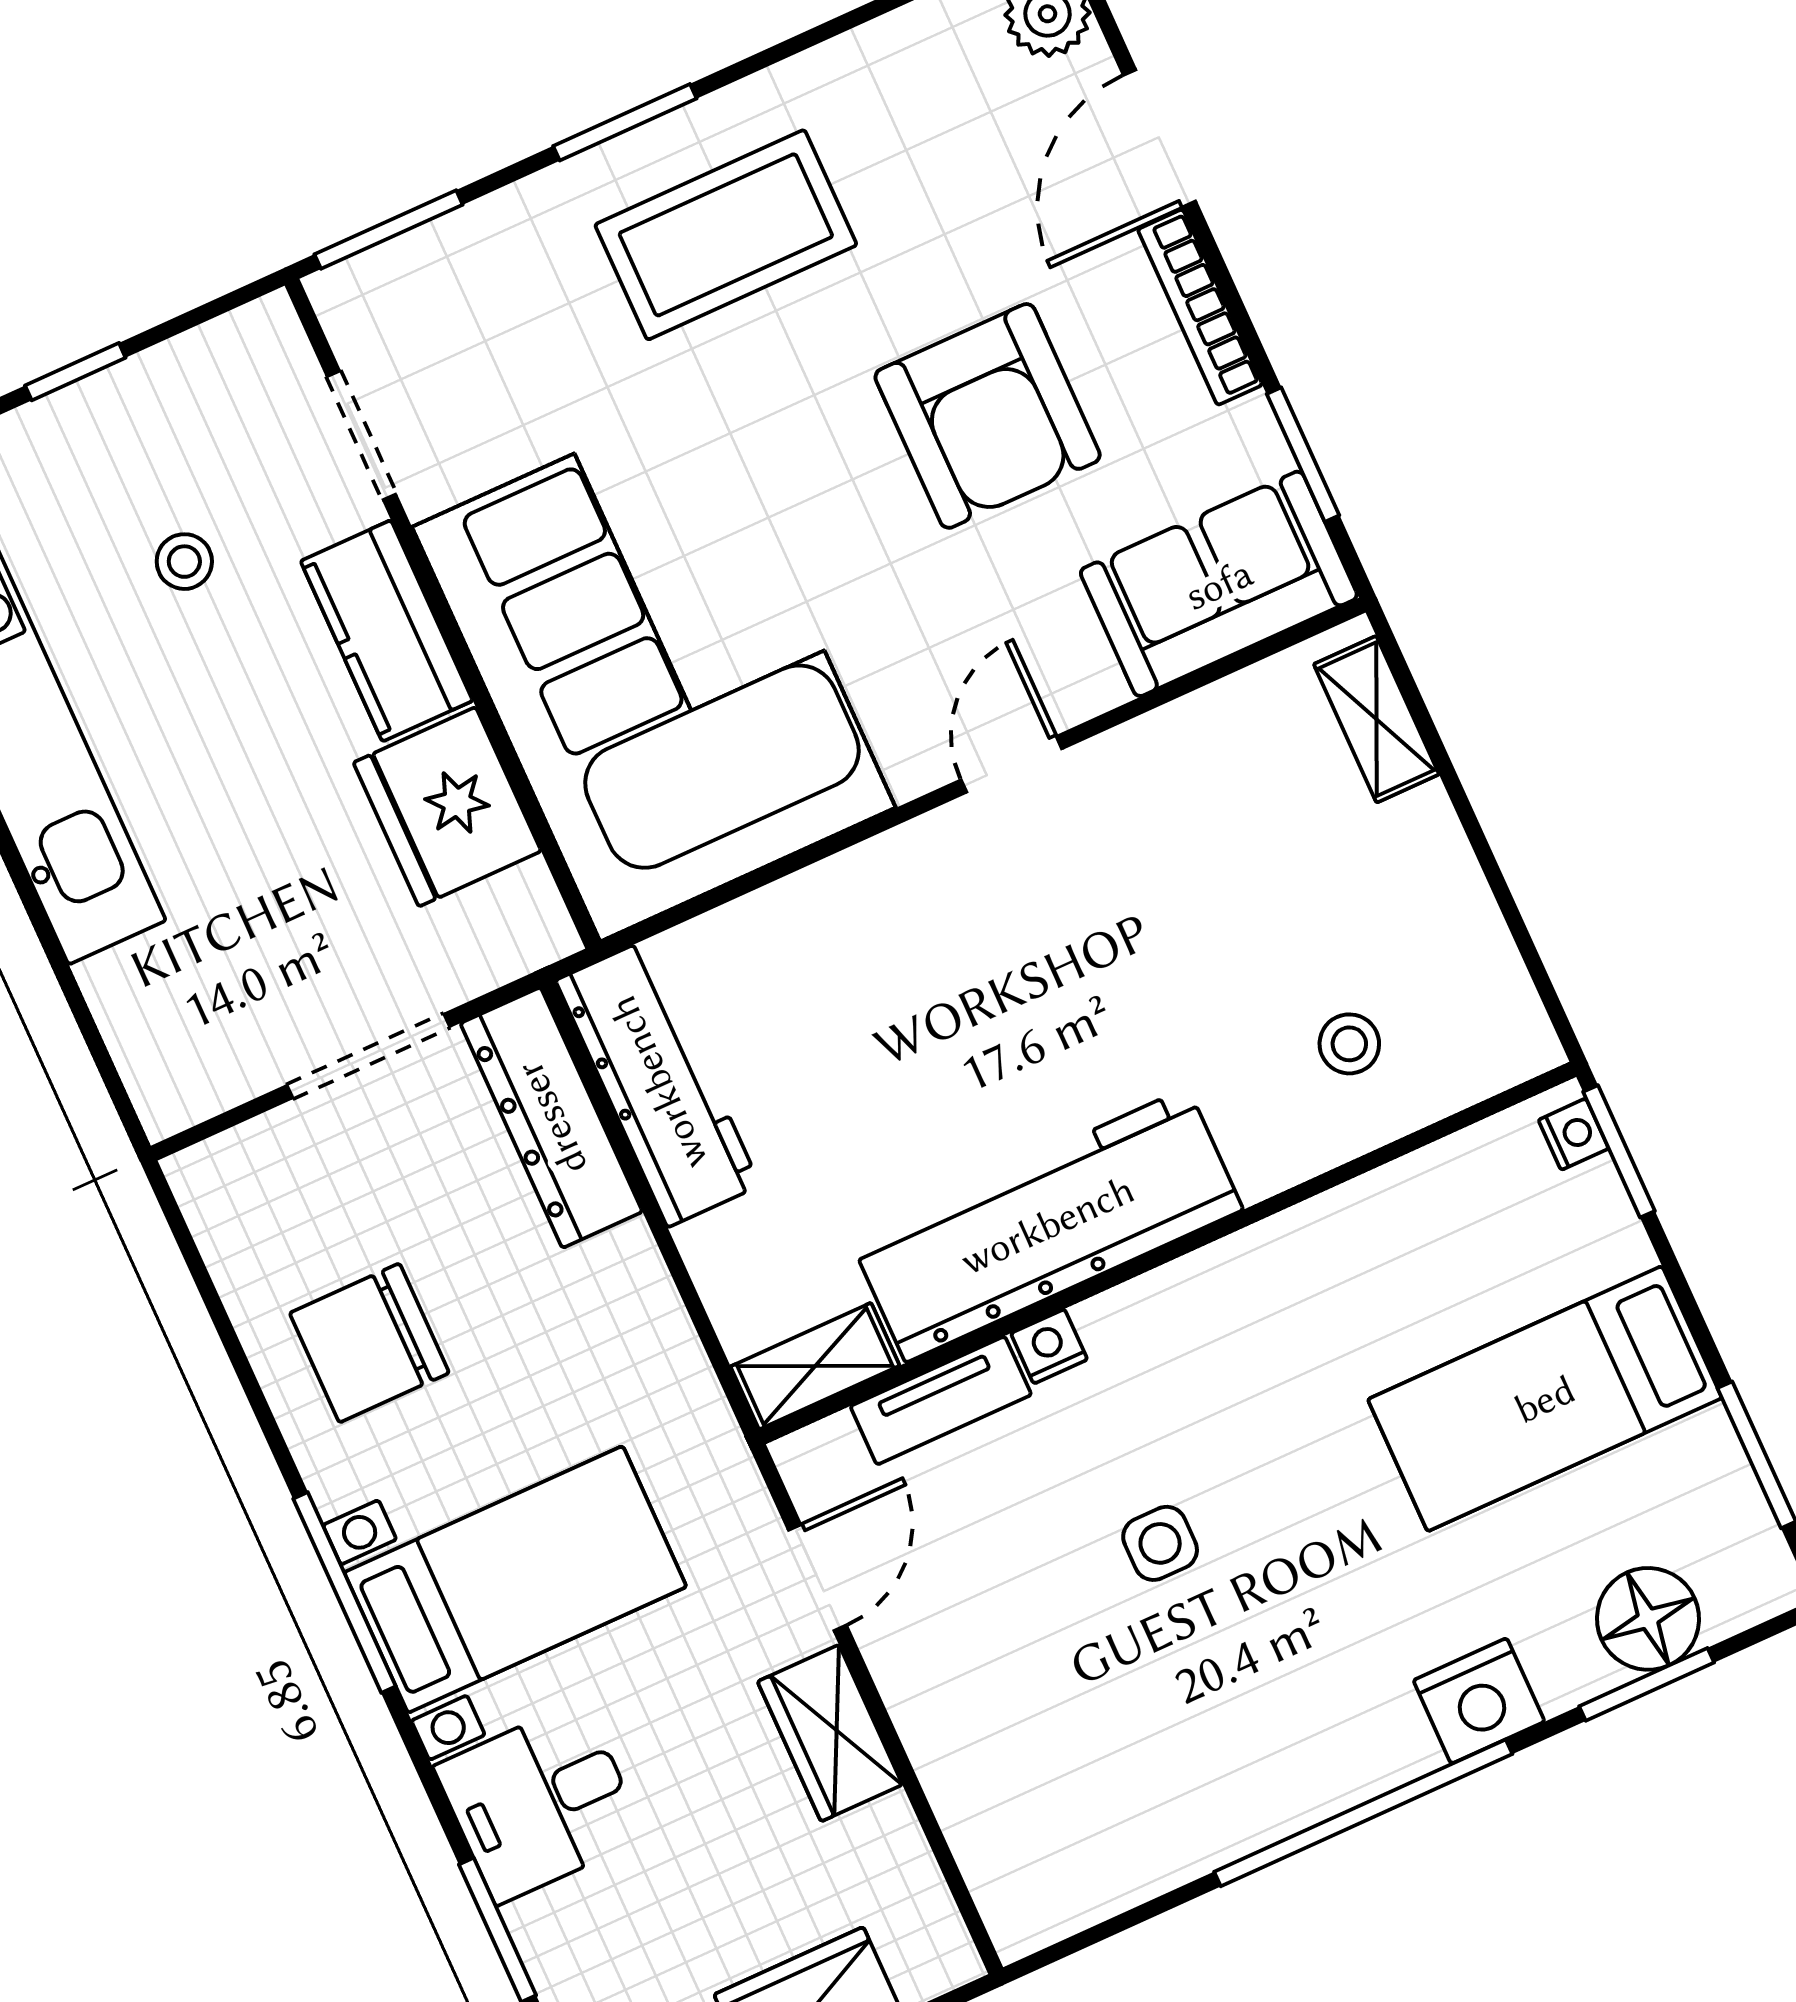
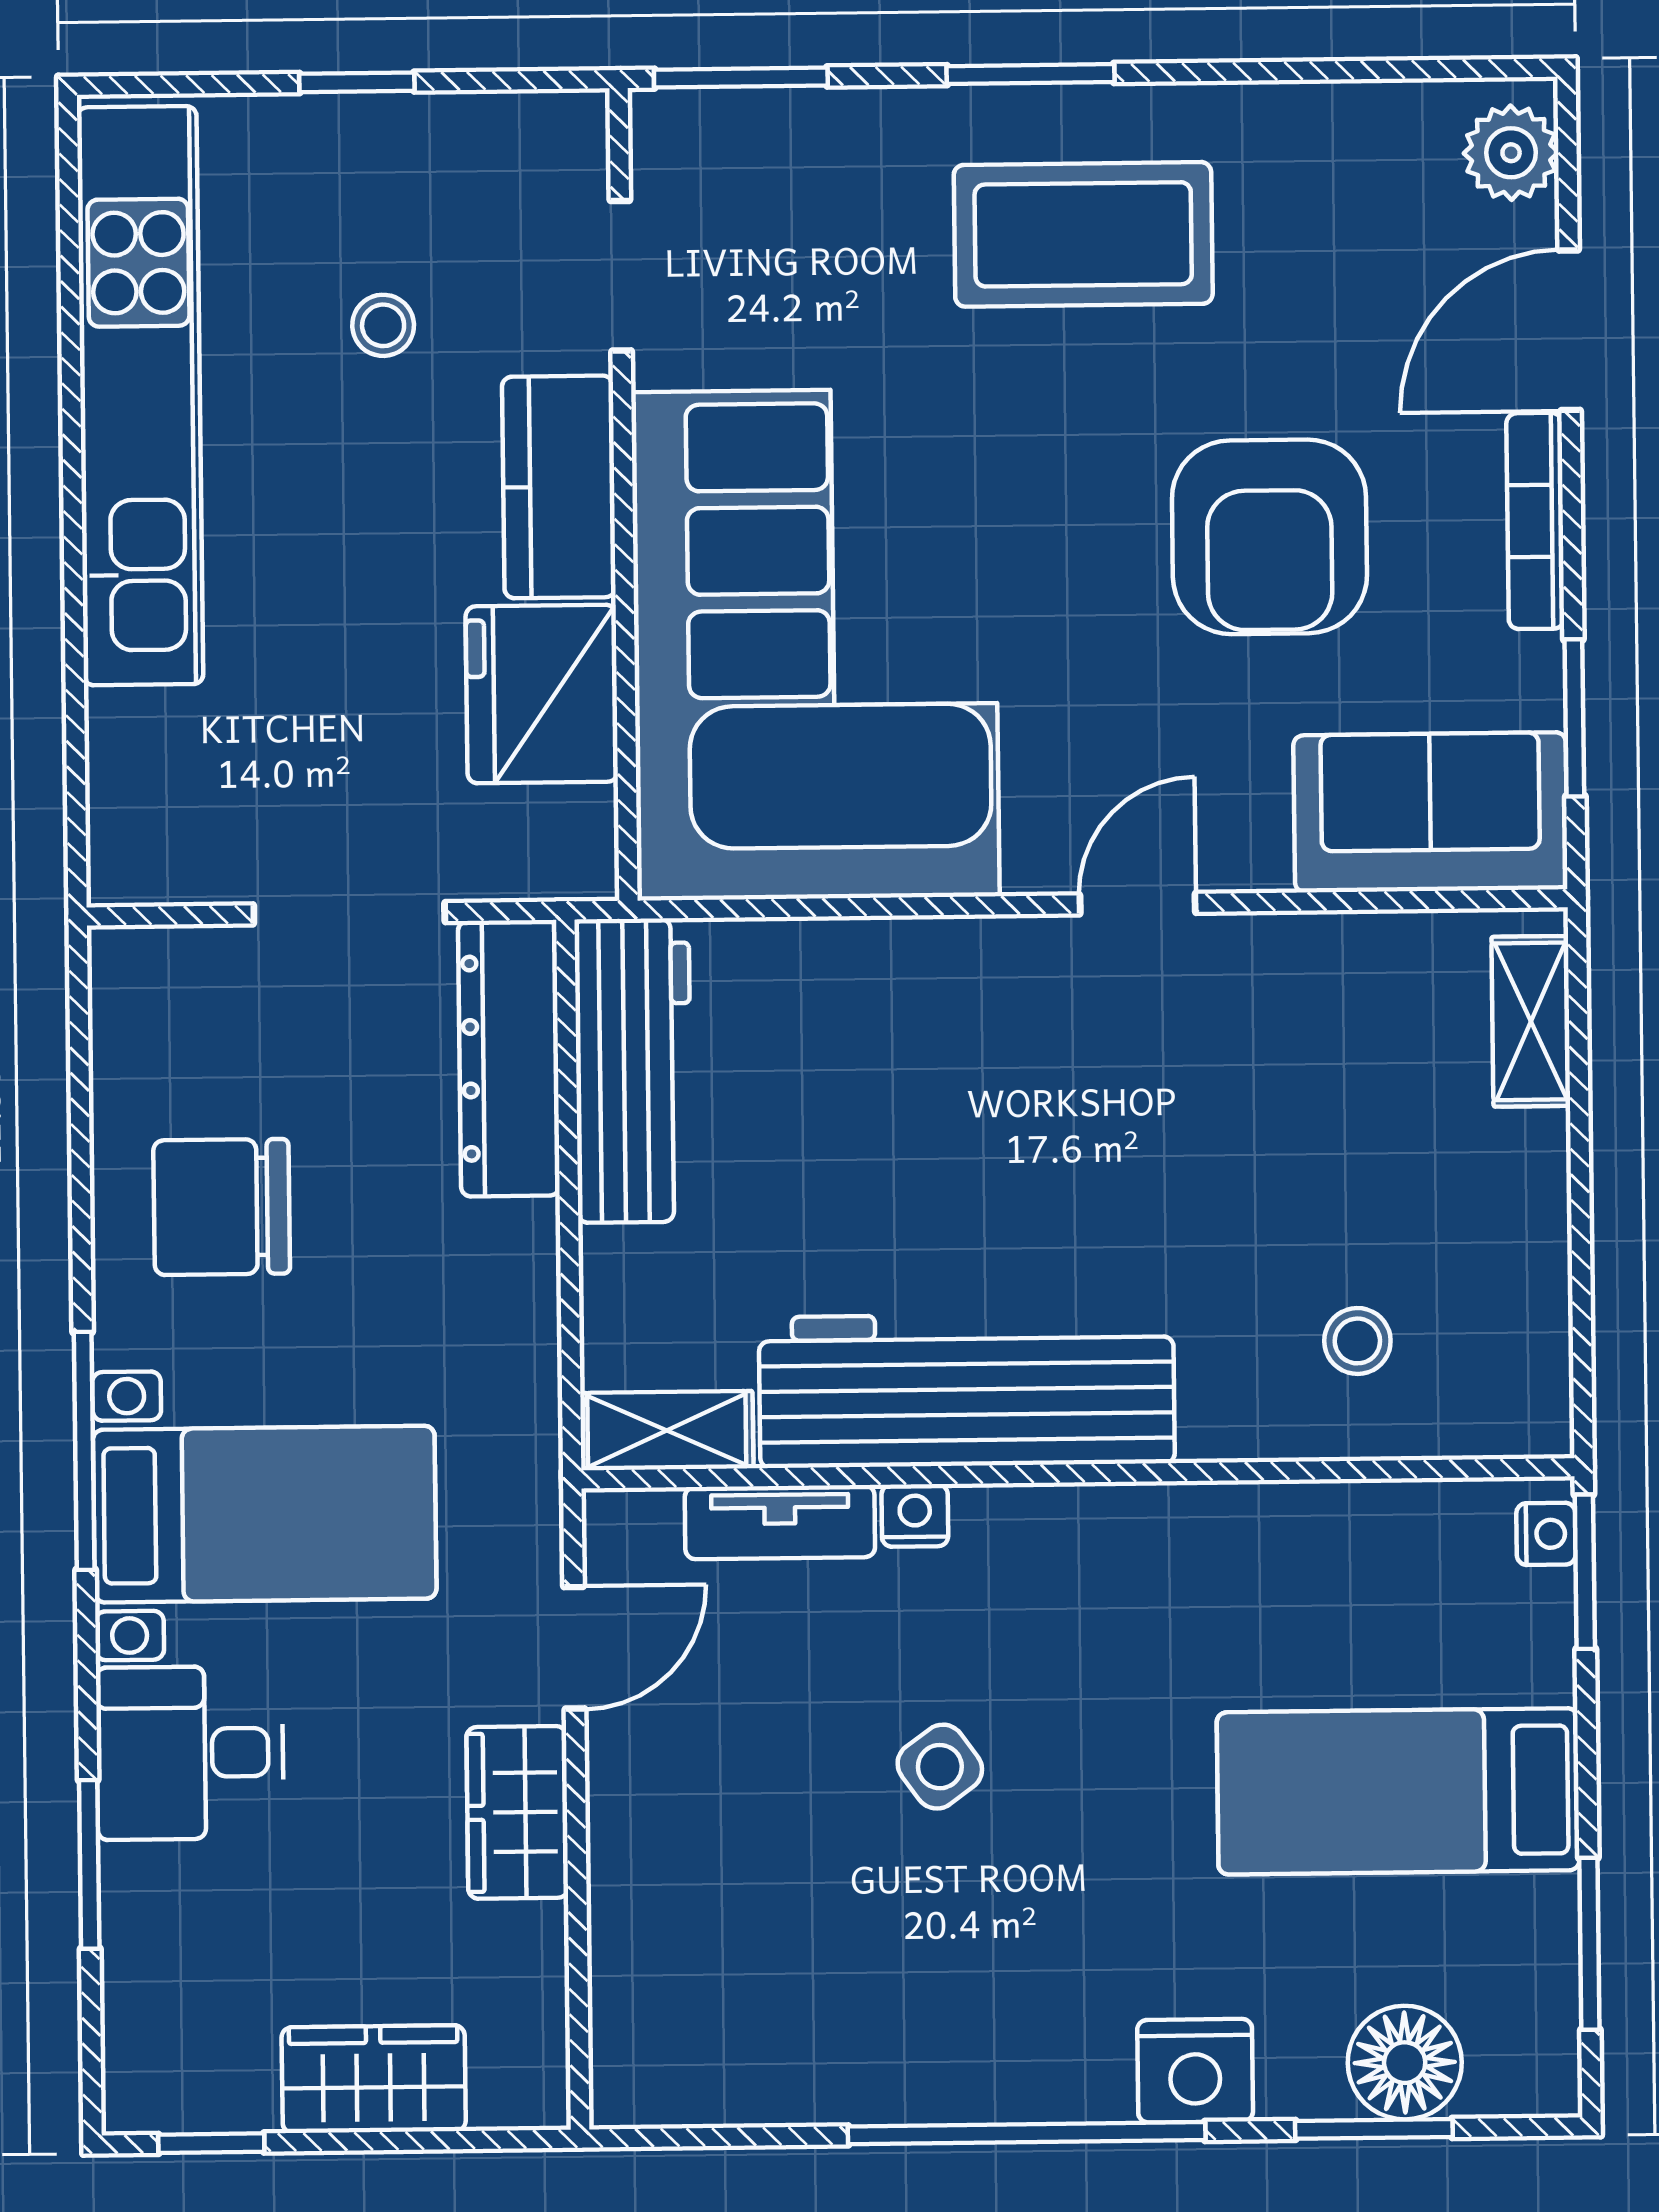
side table: (1160, 1543) -> (940, 1767), turned -36

